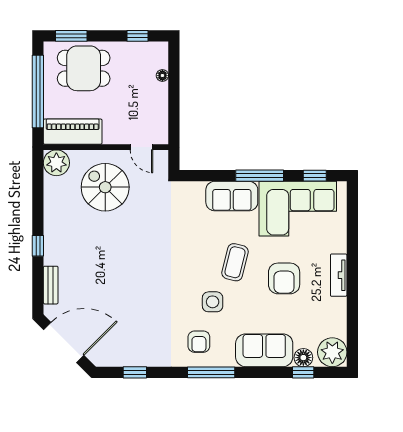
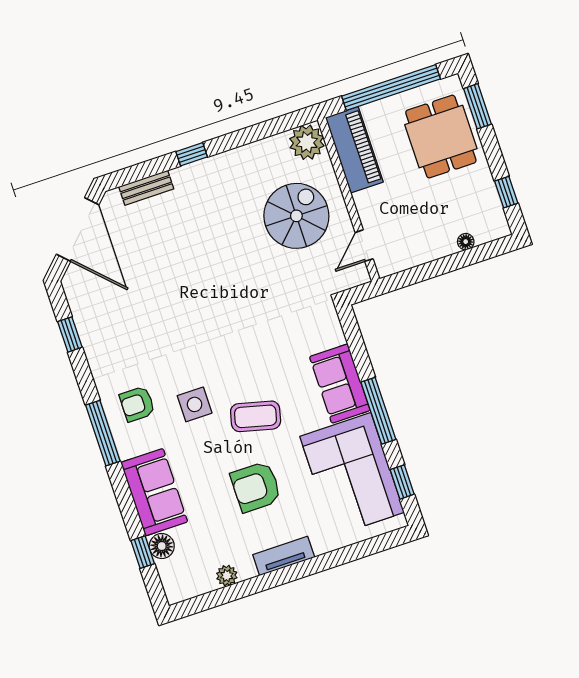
plant: (332, 352) -> (227, 576), moved, width x0.53, depth x0.53

